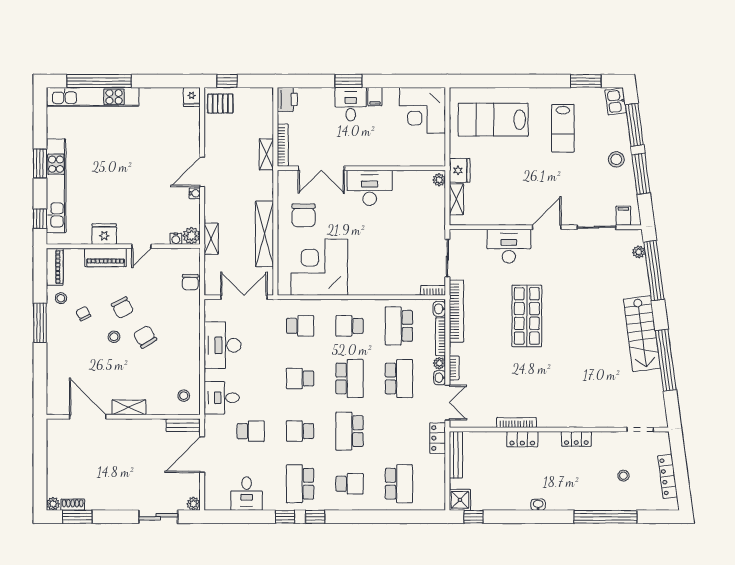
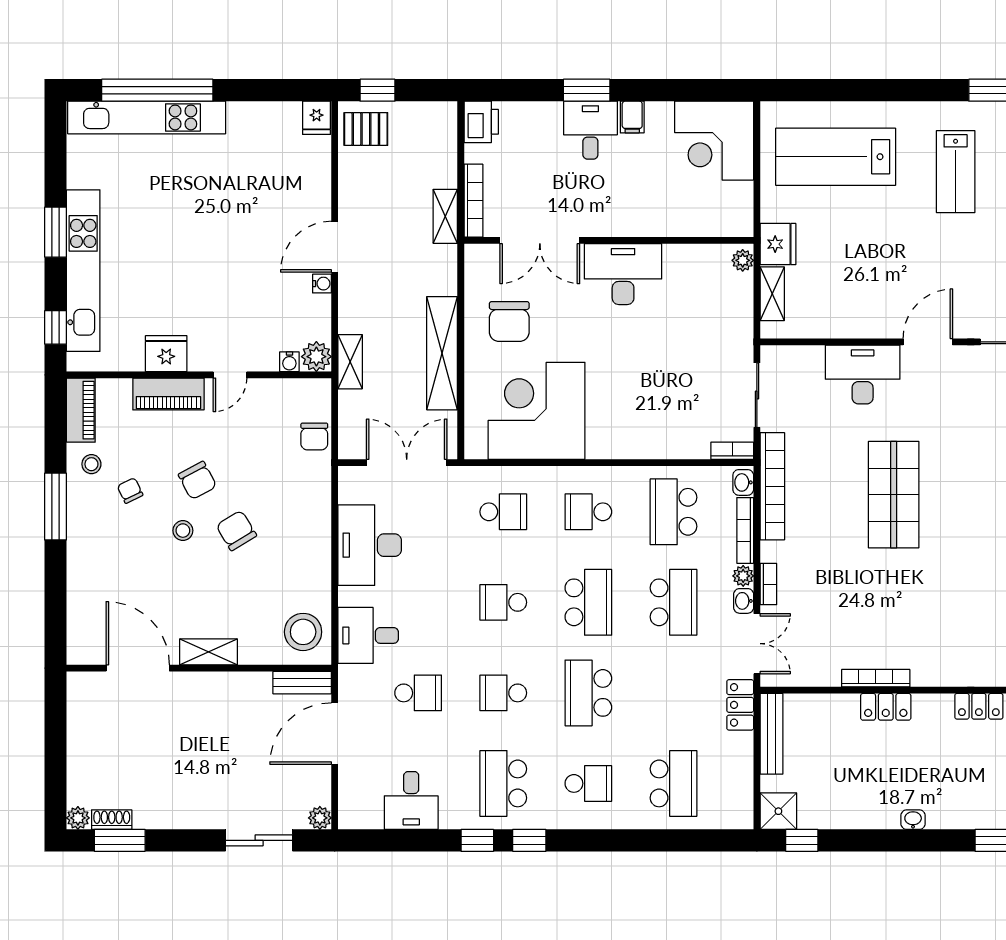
stool: (184, 396) -> (303, 632), width x1.89, depth x1.89

